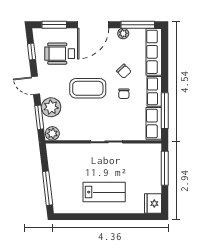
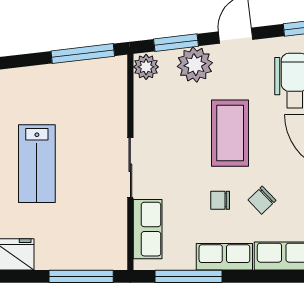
row of seats: (154, 123) -> (148, 229), moved, turned 90
window: (48, 188) -> (83, 54), moved

